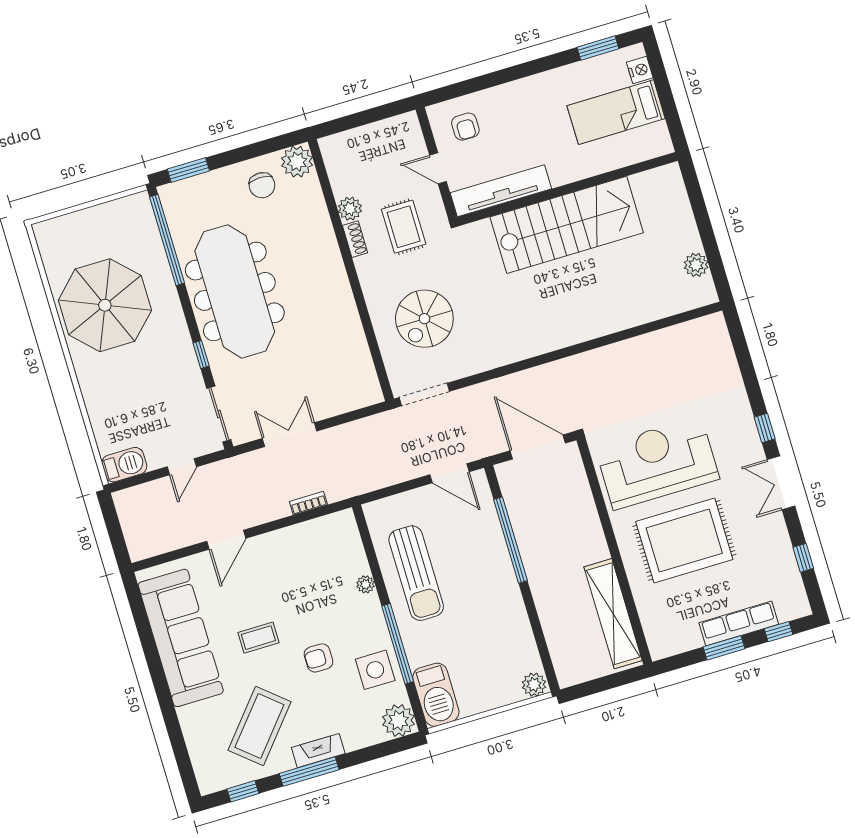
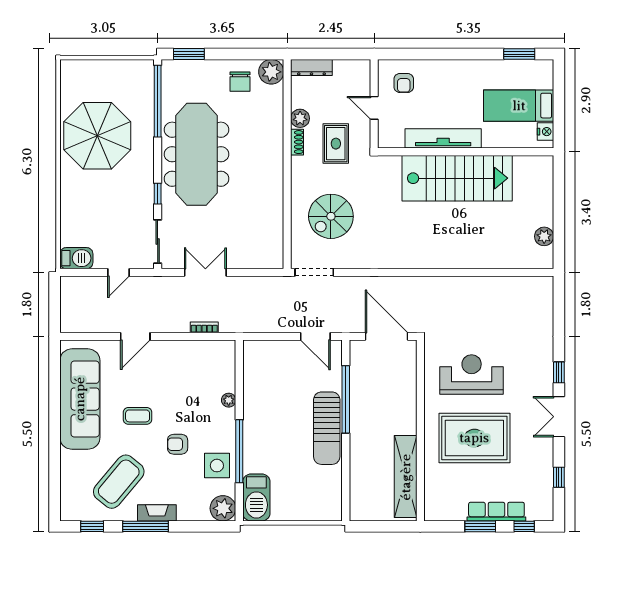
nightstand: (640, 70) -> (545, 132), moved
dresser: (345, 141) -> (311, 67), added
tv unit: (501, 191) -> (443, 138), moved
reception desk: (657, 463) -> (472, 375), width x0.74, depth x0.77
sun lounger: (416, 573) -> (327, 428), moved
plant: (534, 685) -> (331, 512), removed

